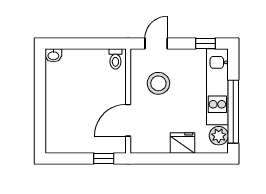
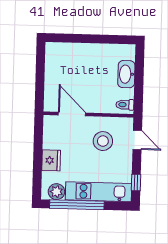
washbasin: (53, 55) -> (126, 74), moved, width x1.91, depth x1.45
window: (104, 158) -> (40, 92), removed

